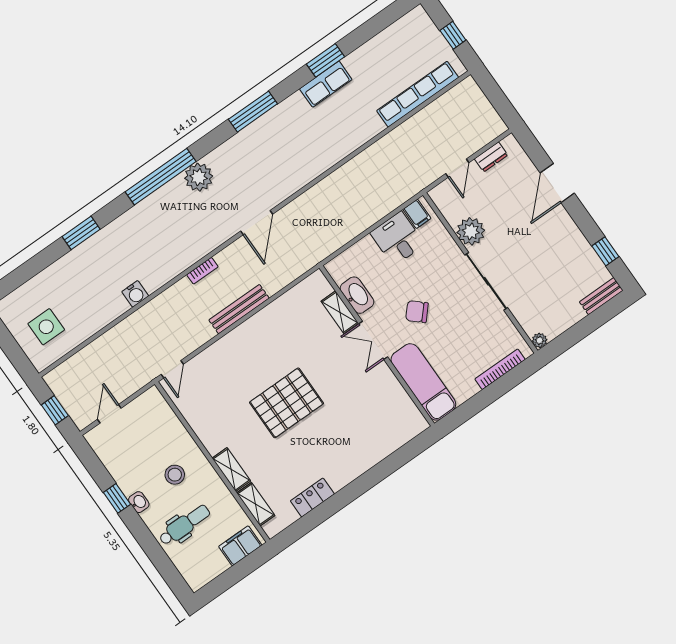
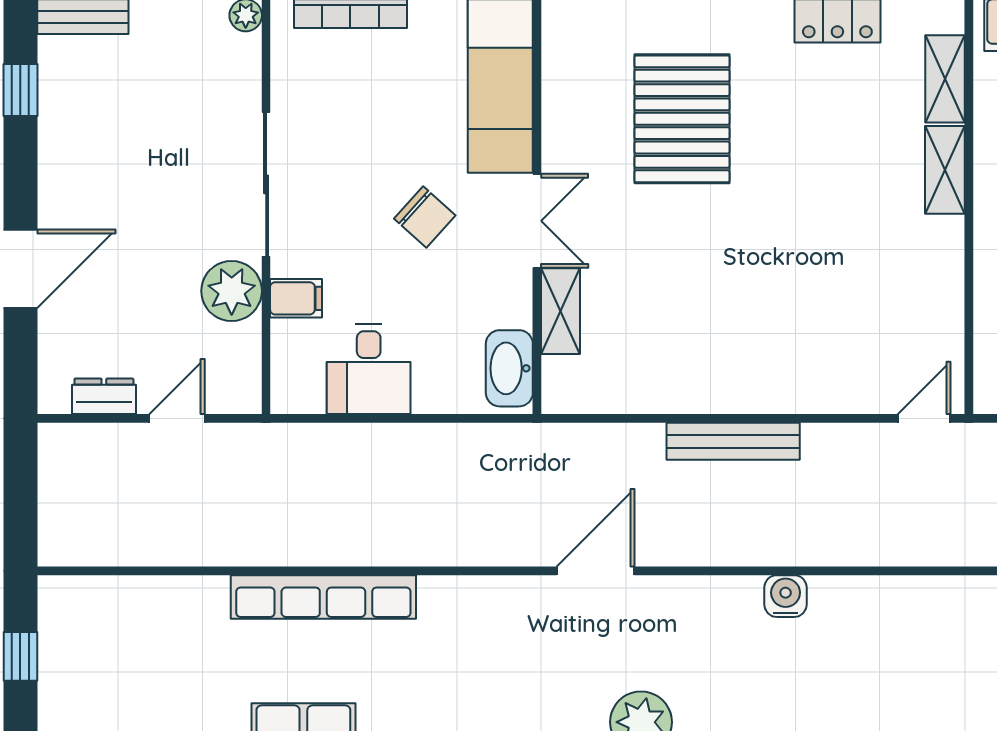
row of seats: (418, 94) -> (323, 597), moved
filing cabinet: (417, 214) -> (296, 298), moved, turned 90
bookcase: (202, 271) -> (750, 554), removed
water cooler: (135, 294) -> (786, 596), moved
washbasin: (357, 295) -> (509, 368), moved
pallet: (287, 403) -> (682, 119), moved, turned 90

